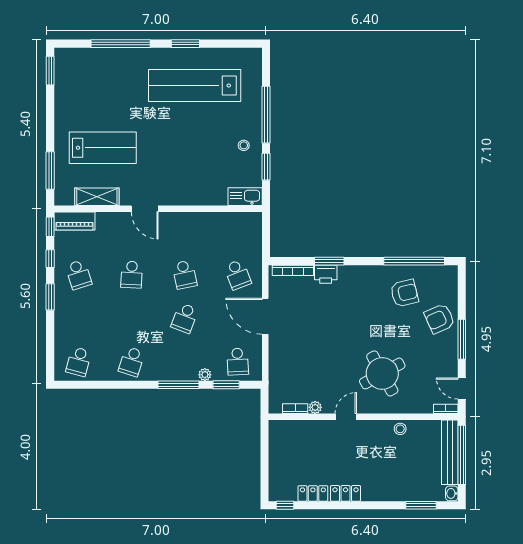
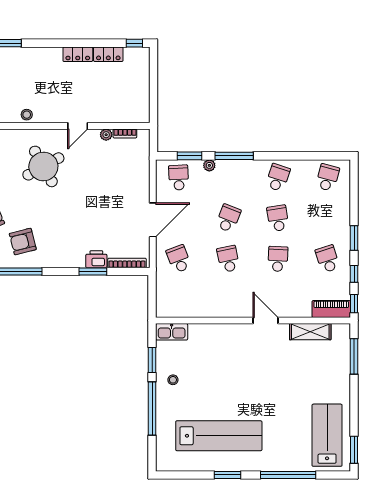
lab bench: (103, 148) -> (327, 435), moved, turned 90
door: (265, 316) -> (153, 220), hinge flipped
school desk: (132, 318) -> (278, 218), added

